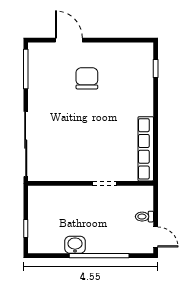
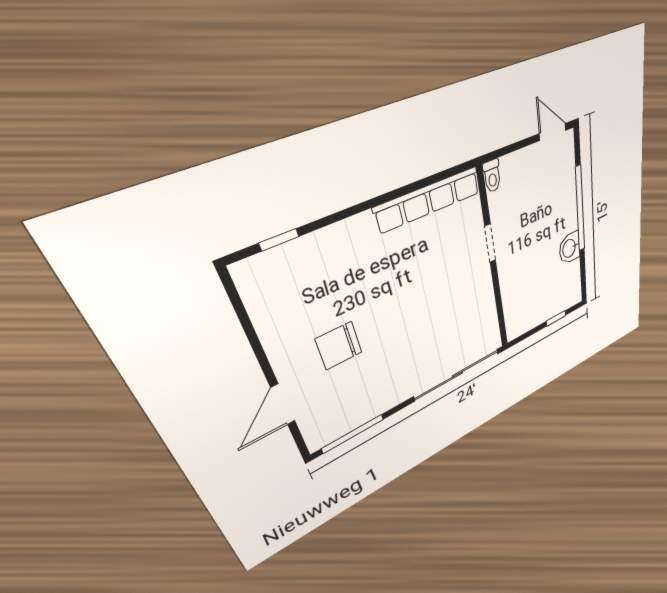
toilet: (144, 217) -> (492, 176), moved
door: (156, 237) -> (553, 132), hinge flipped

